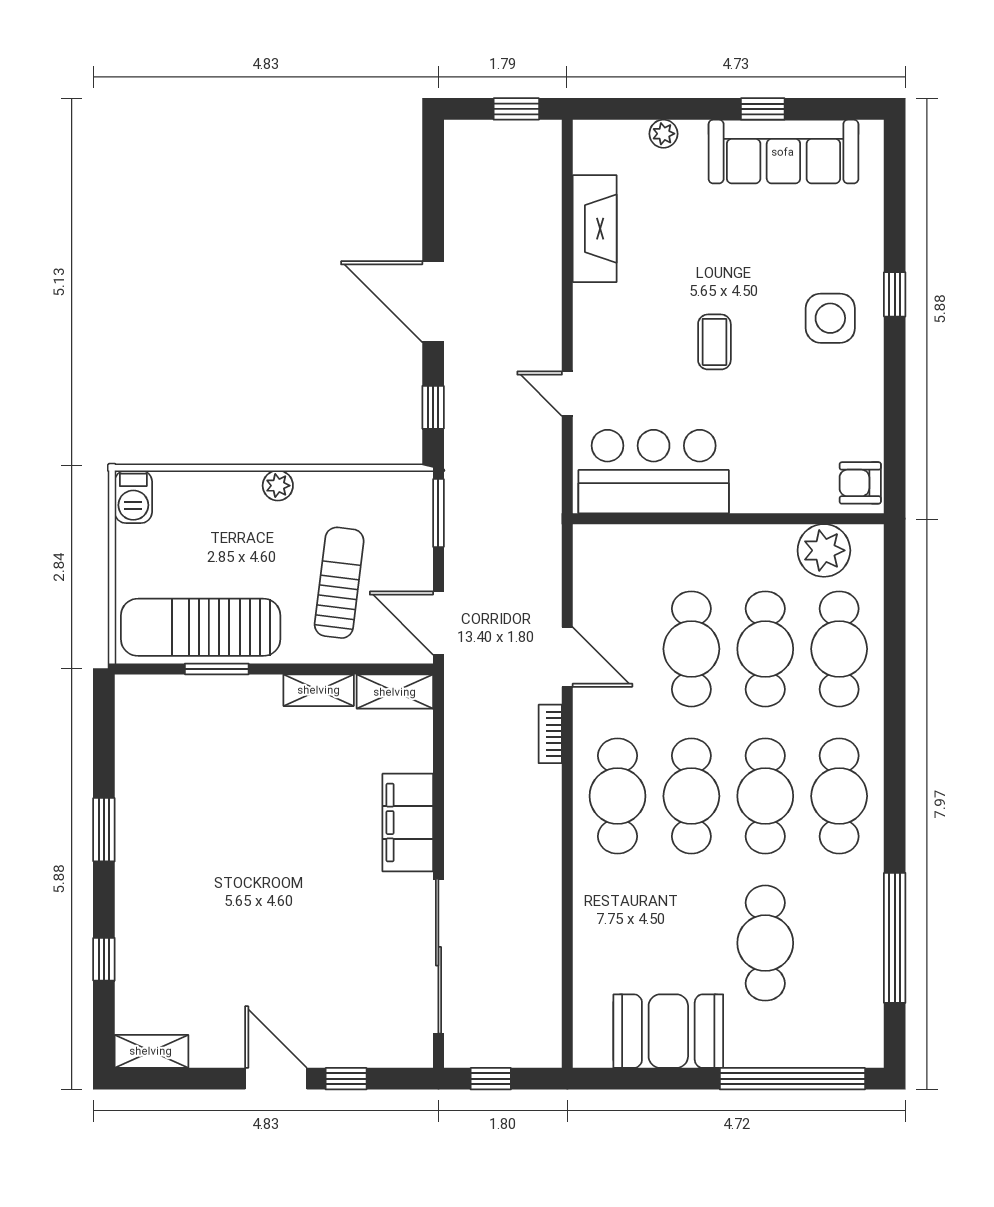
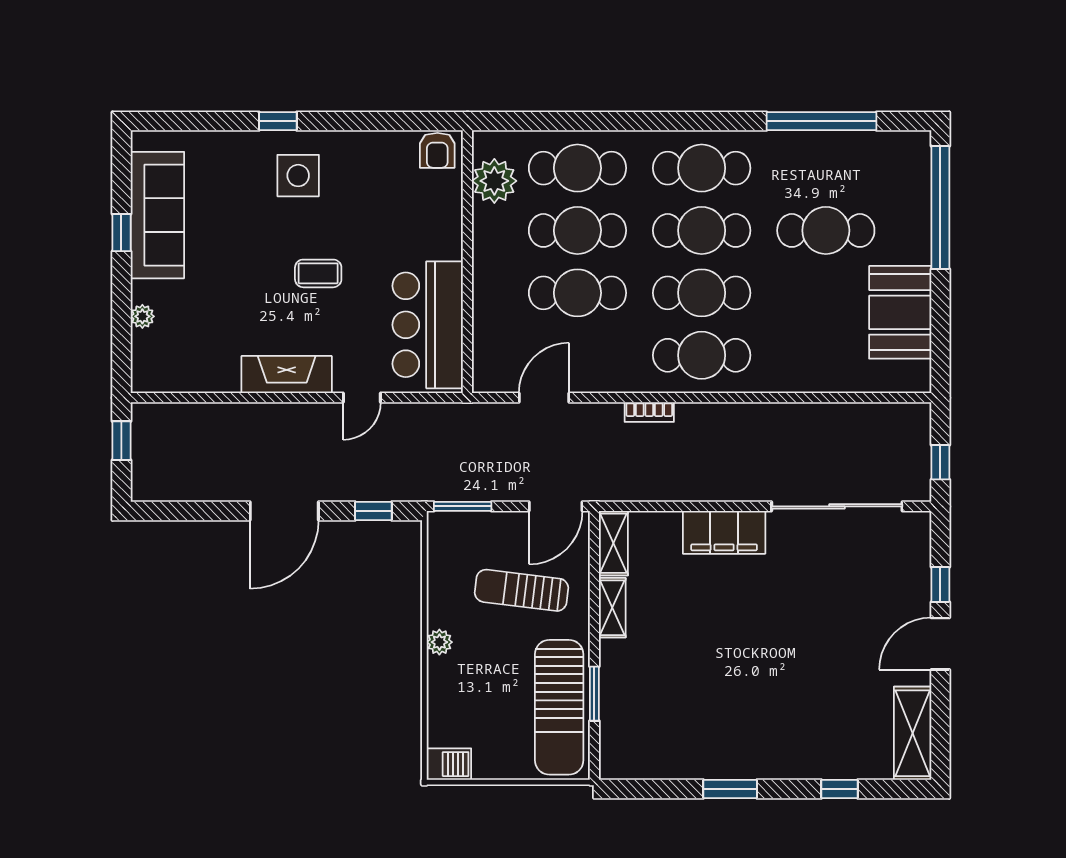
fireplace: (595, 229) -> (287, 375), moved
door: (567, 657) -> (544, 398), moved
shelving: (151, 1051) -> (913, 733), width x1.50, depth x1.33

